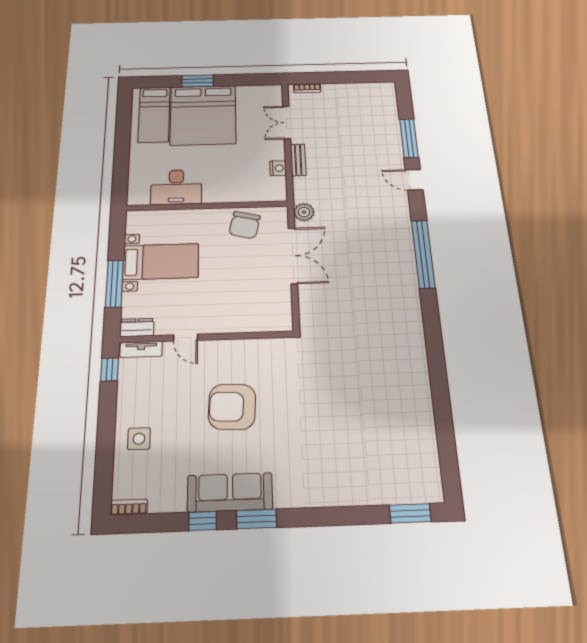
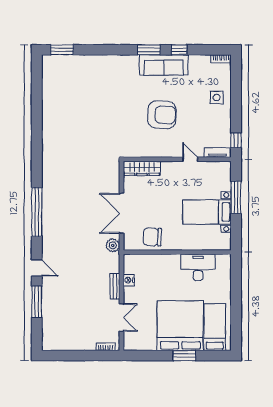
chair: (245, 225) -> (152, 237), turned -101
wardrobe: (263, 322) -> (142, 168), added
dresser: (137, 327) -> (221, 167), removed

